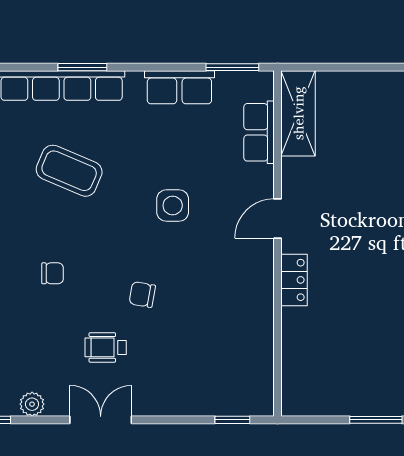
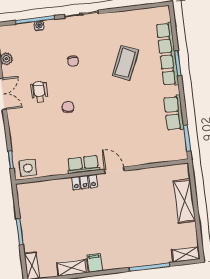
shelving: (298, 113) -> (184, 201), moved, turned 90
row of seats: (259, 132) -> (83, 164), moved
side table: (173, 206) -> (28, 168), moved

